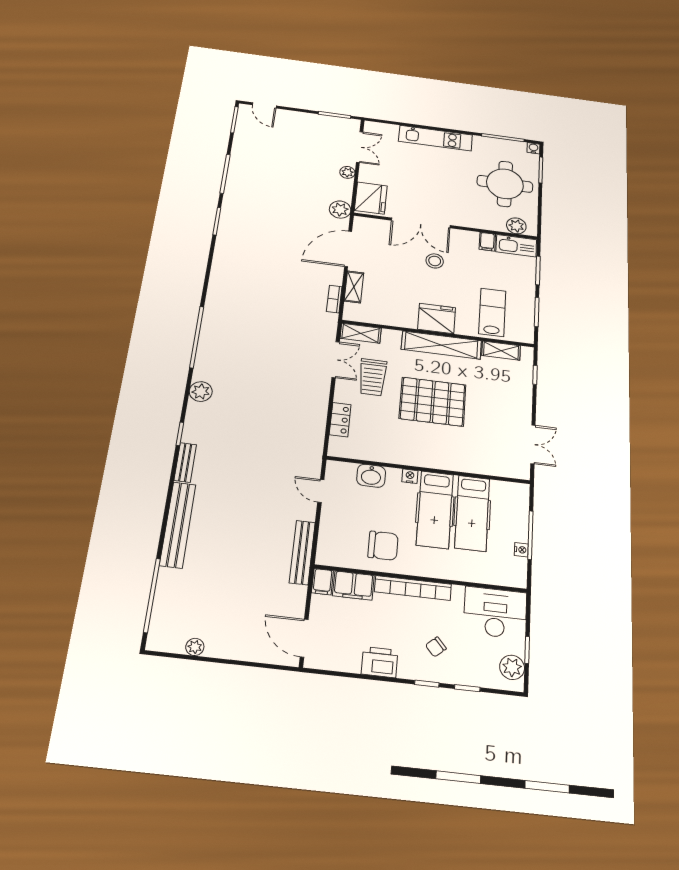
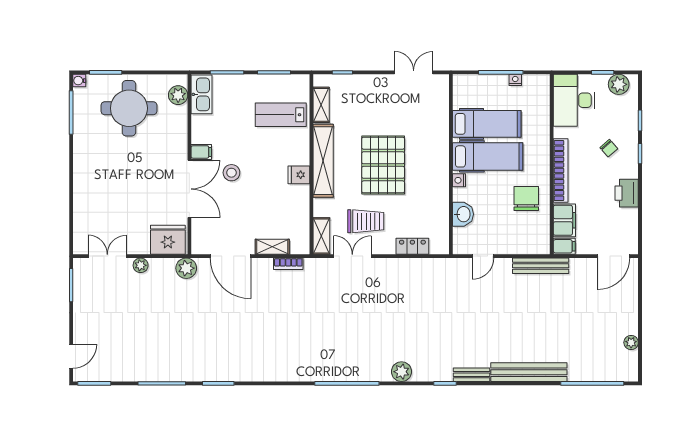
kitchen unit: (436, 138) -> (83, 181), removed
filing cabinet: (487, 242) -> (201, 152), moved
fridge: (437, 318) -> (299, 175), width x0.53, depth x0.75

